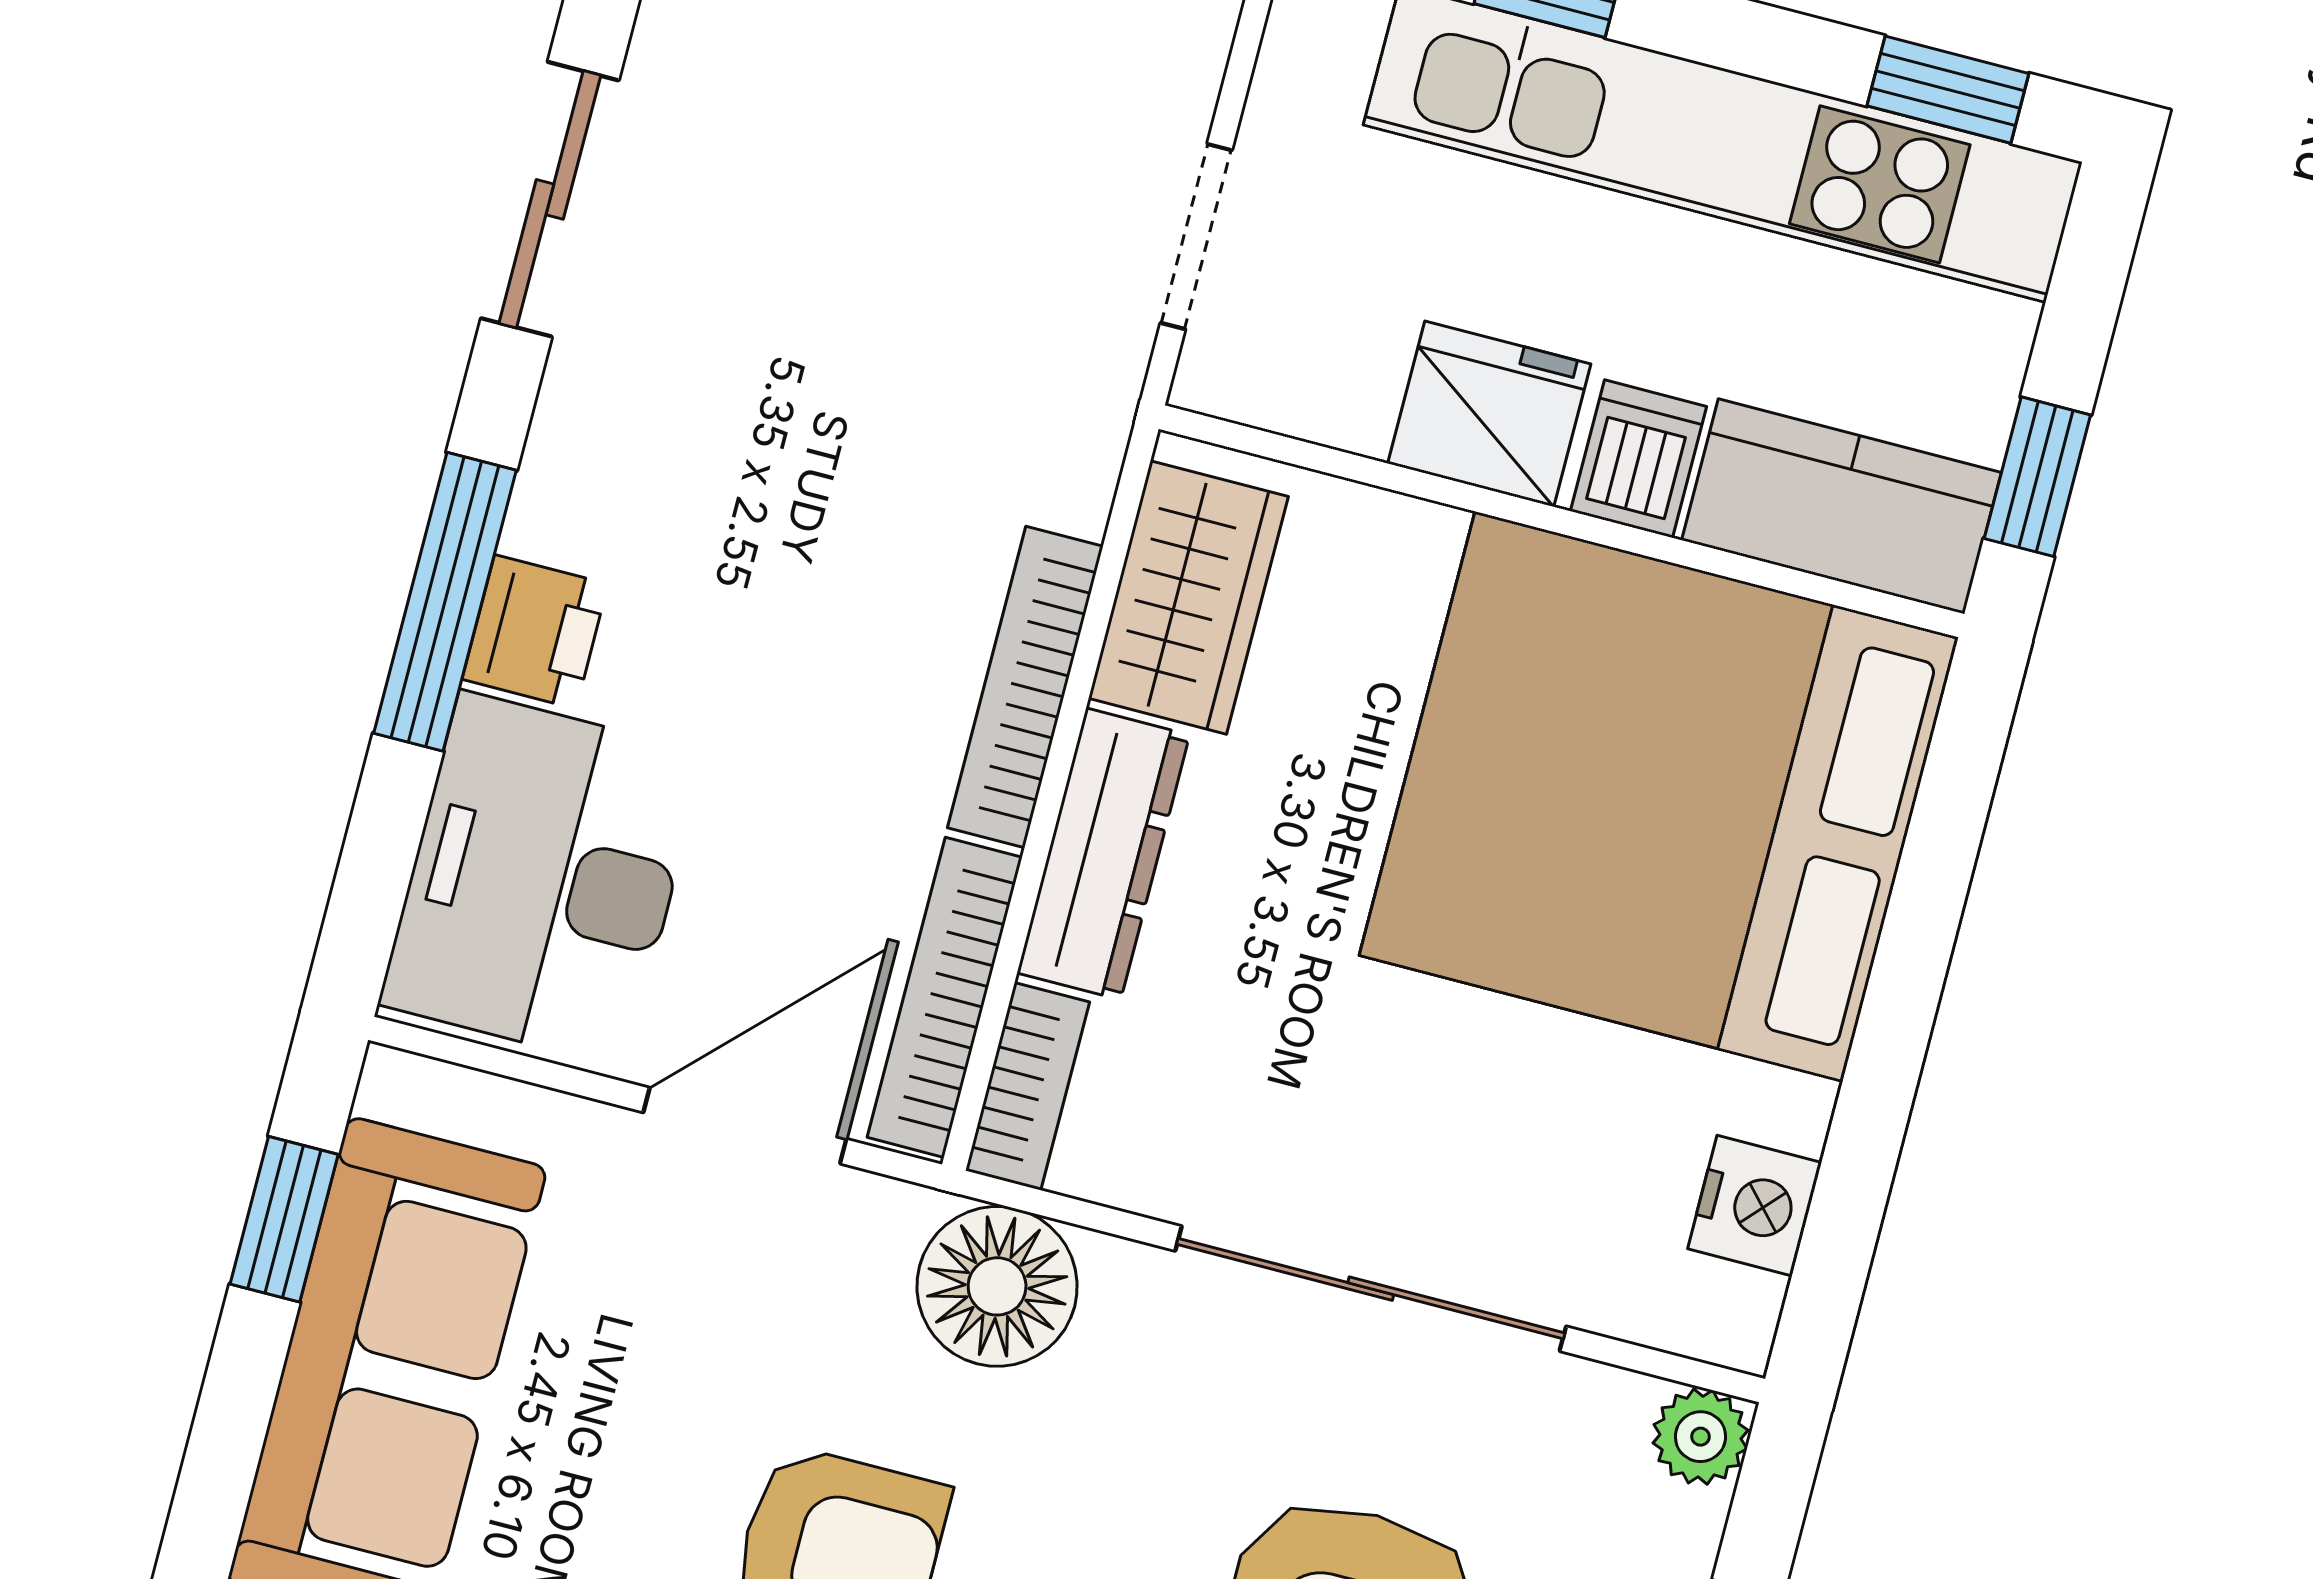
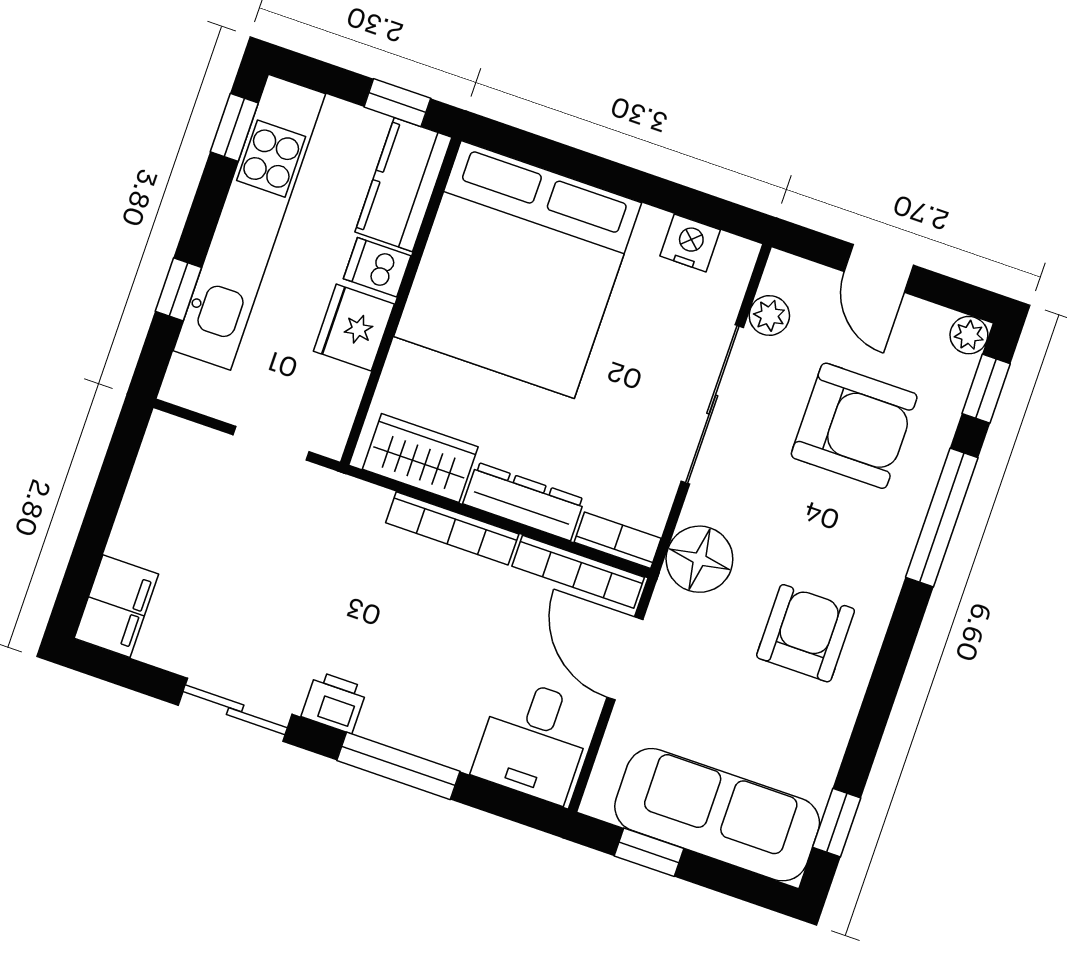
printer: (535, 632) -> (334, 702), moved
desk: (542, 879) -> (534, 740), width x0.73
plant: (1700, 1437) -> (769, 315), moved

